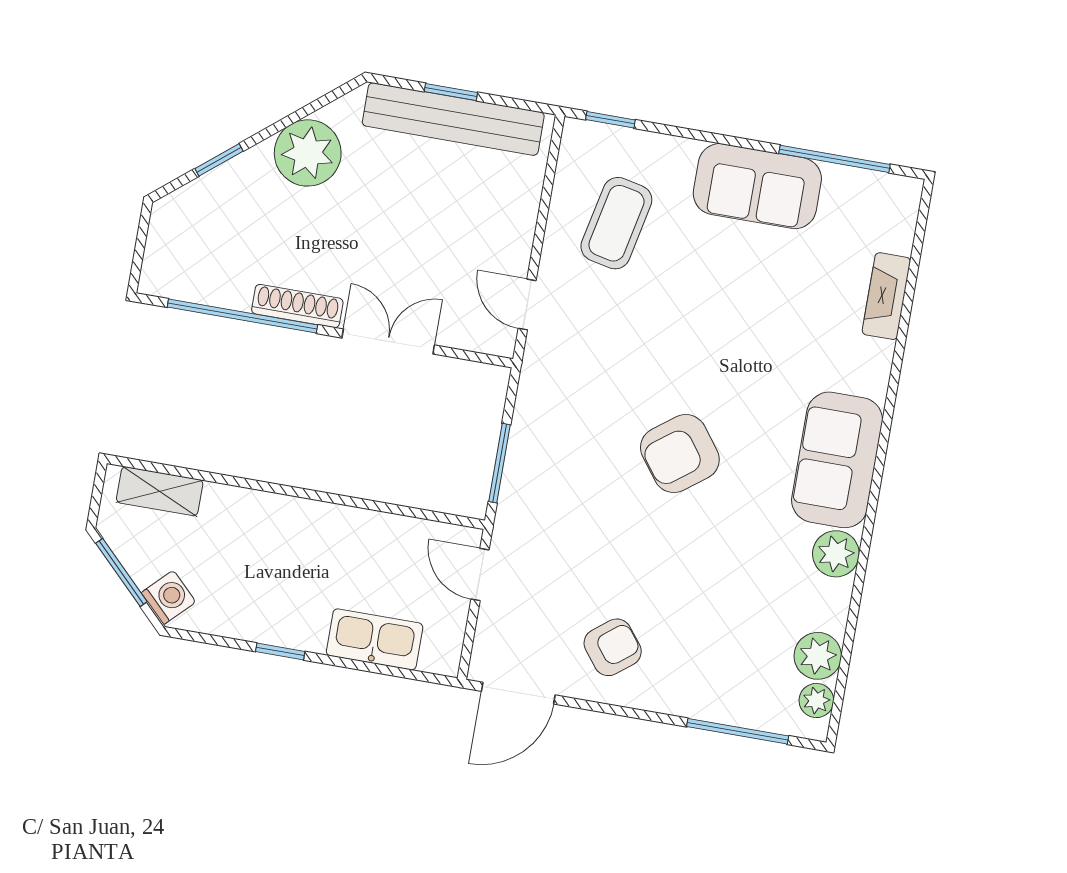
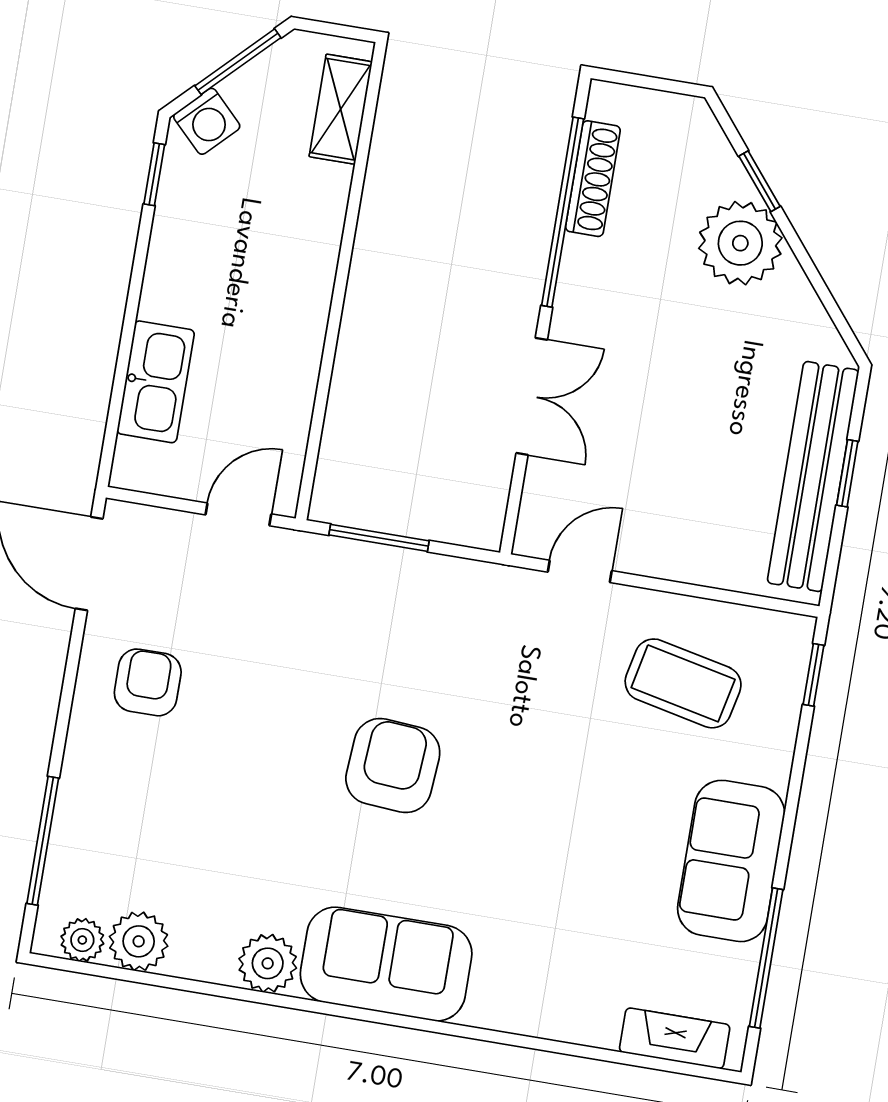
plant: (308, 153) -> (740, 243), moved
fireplace: (886, 296) -> (675, 1038), moved
shoe rack: (297, 306) -> (593, 179), moved
armchair: (680, 454) -> (393, 766), turned 41
armchair: (613, 647) -> (148, 682), turned -142
window: (280, 651) -> (154, 174), moved

